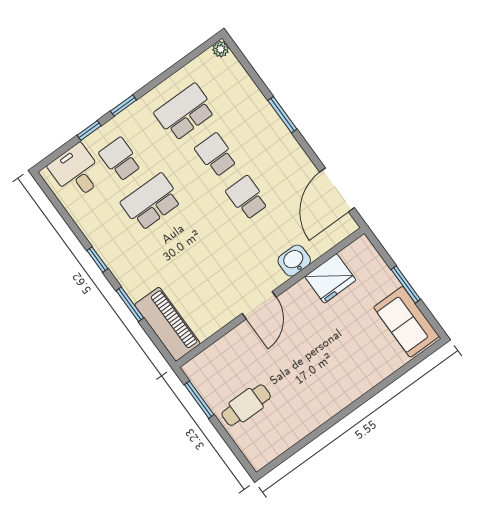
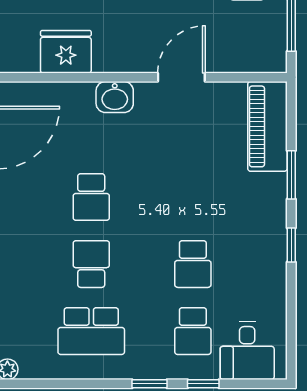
school desk: (216, 155) -> (91, 264), turned 180
school desk: (151, 202) -> (193, 264), width x0.54
washbasin: (294, 261) -> (115, 97), moved
door: (259, 305) -> (181, 77), moved

